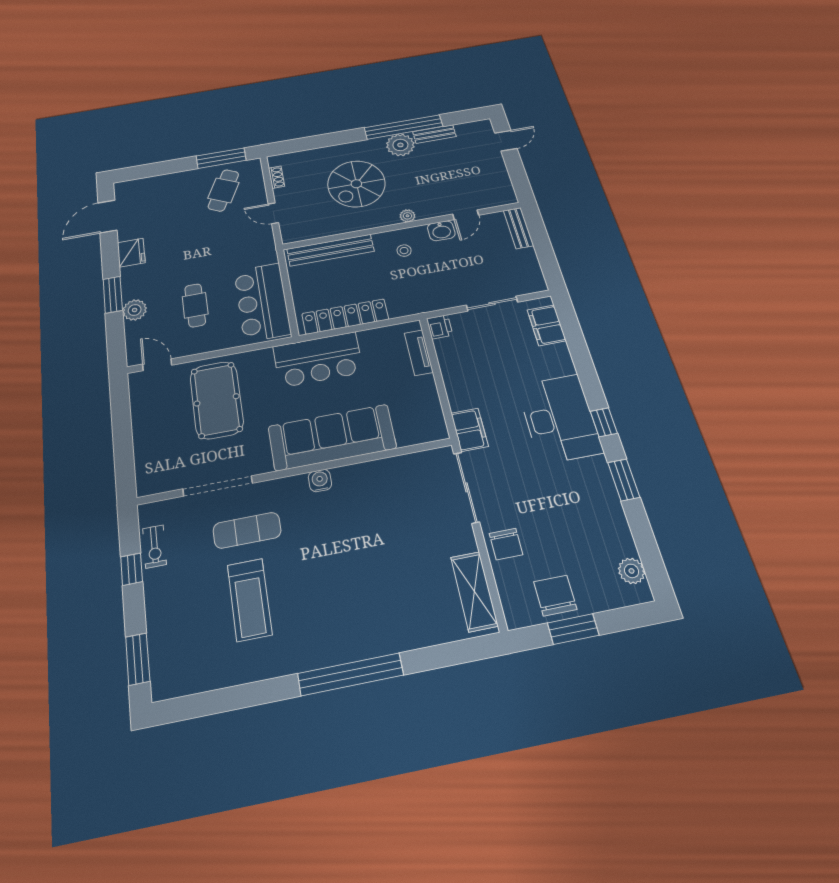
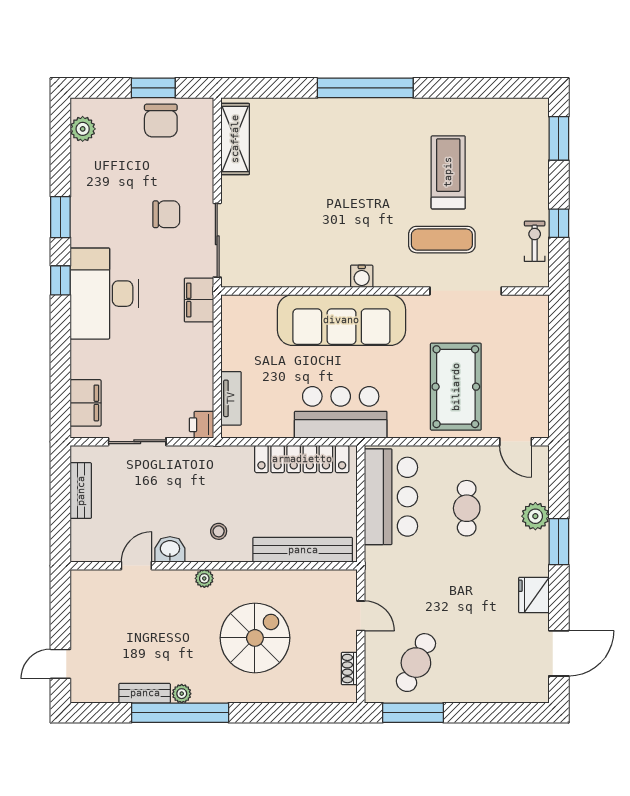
plant: (400, 145) -> (182, 694), width x0.53, depth x0.53
bench: (518, 228) -> (81, 491), moved
chair: (506, 544) -> (166, 214), moved, turned 90

